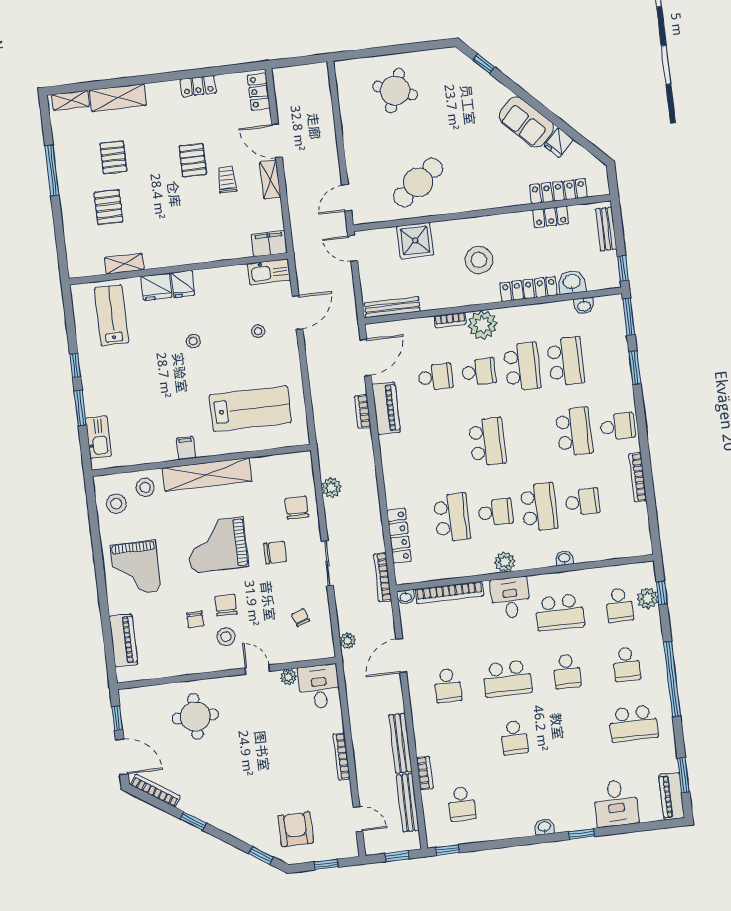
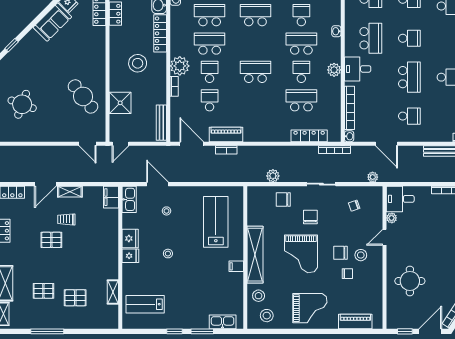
fridge: (156, 287) -> (130, 238), moved

